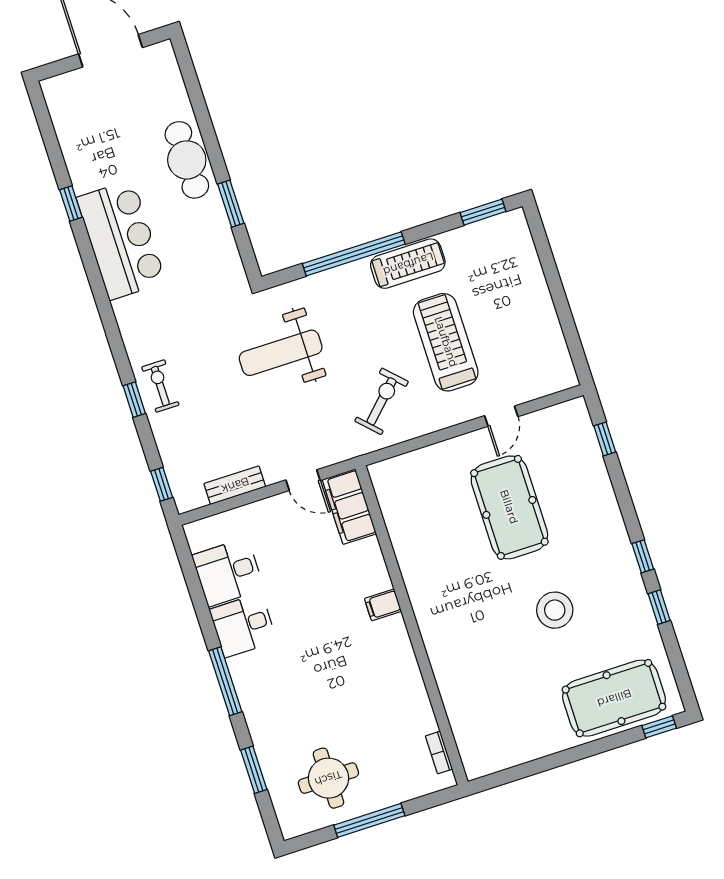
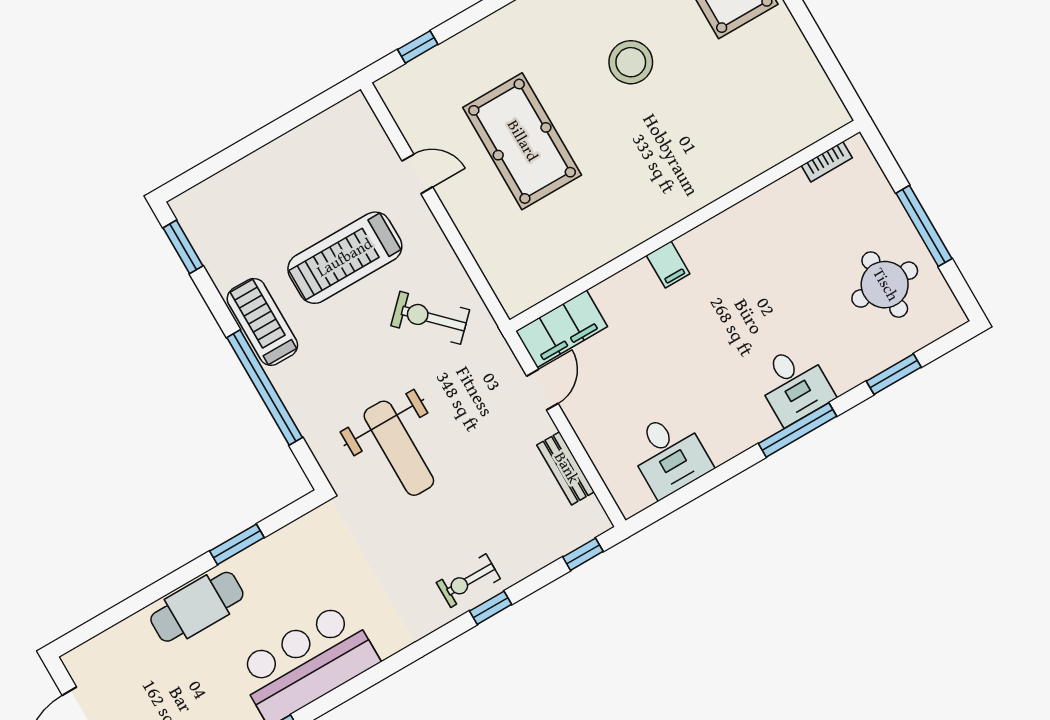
pool table: (509, 507) -> (522, 141), turned 90
desk: (243, 625) -> (794, 385), moved

